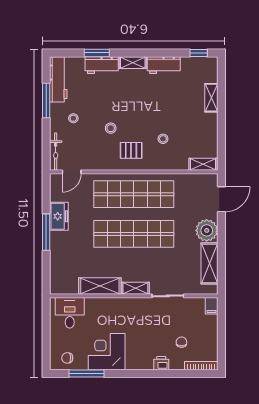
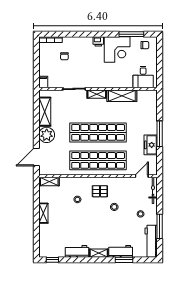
shelving: (211, 98) -> (43, 213), moved
printer: (161, 363) -> (98, 41), moved

